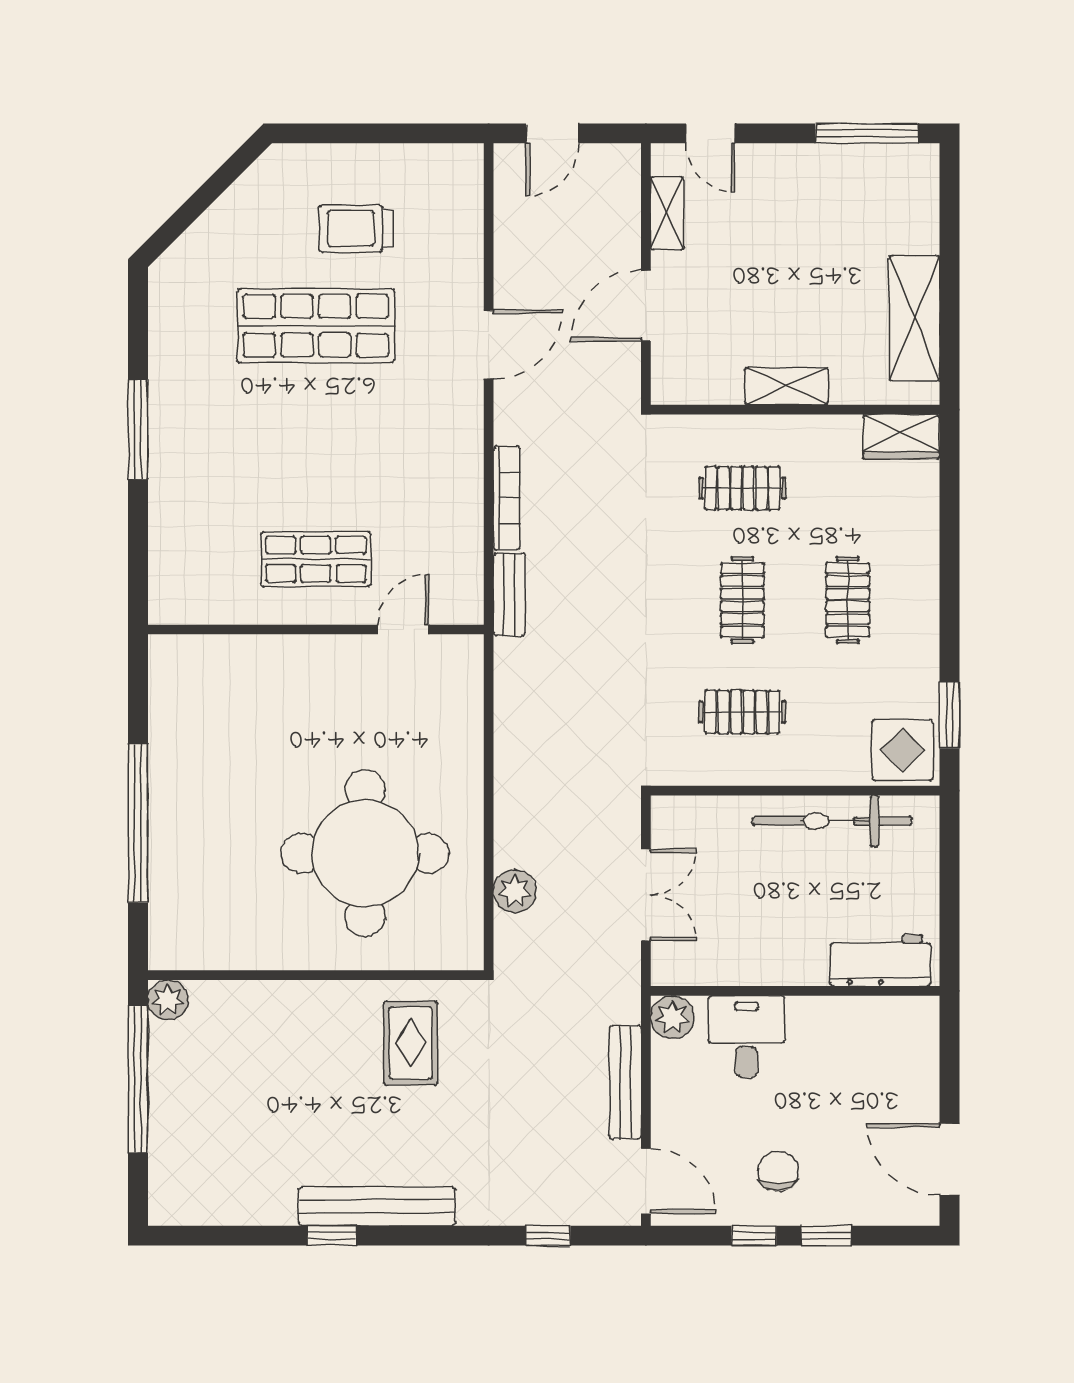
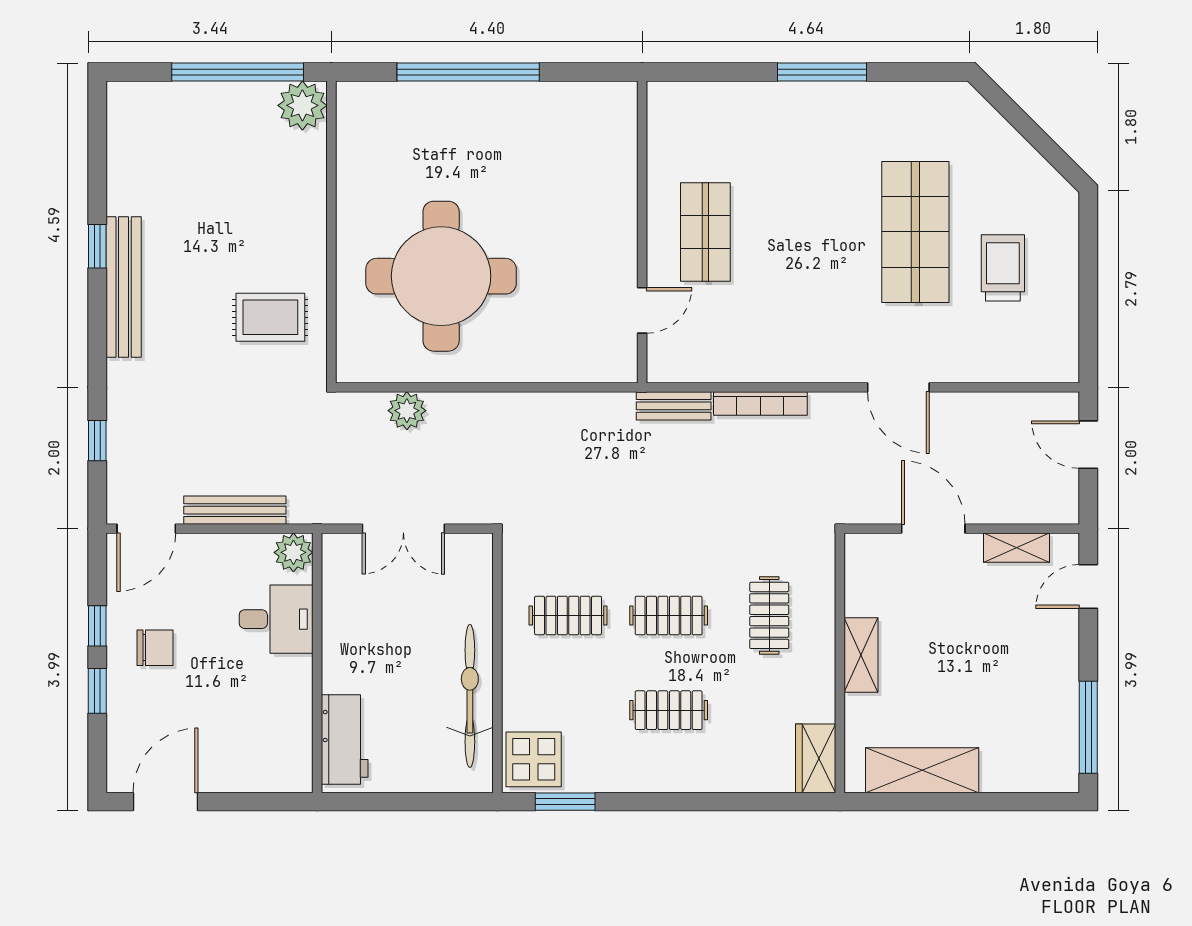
door: (403, 630) -> (642, 310), hinge flipped
clothes rail: (742, 712) -> (568, 615), turned 90
plant: (168, 1000) -> (302, 105), width x1.36, depth x1.36

